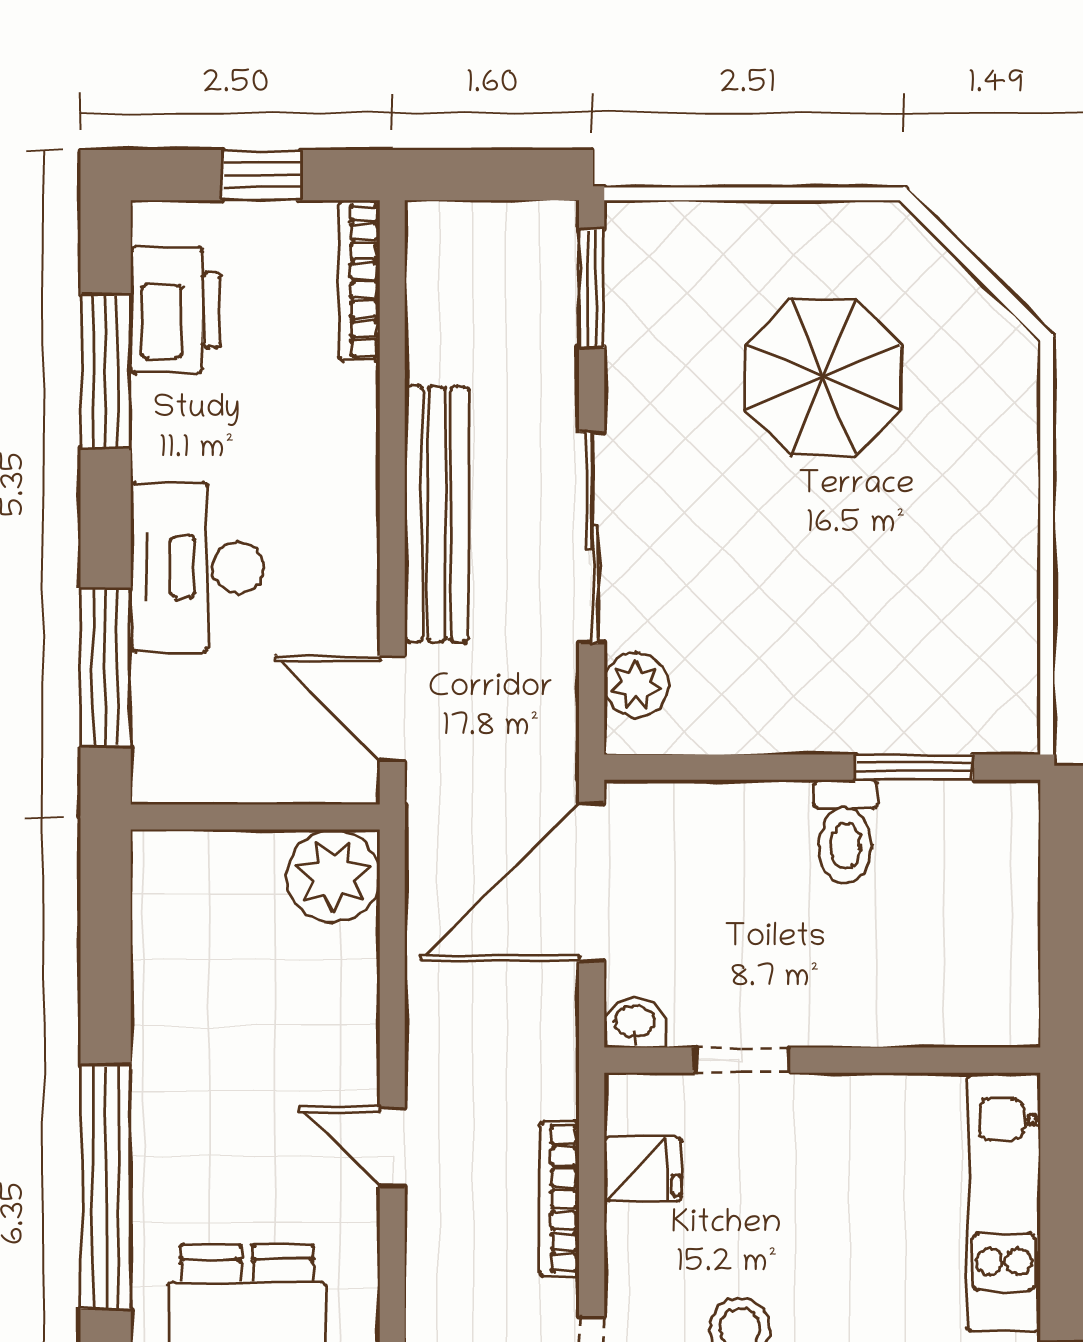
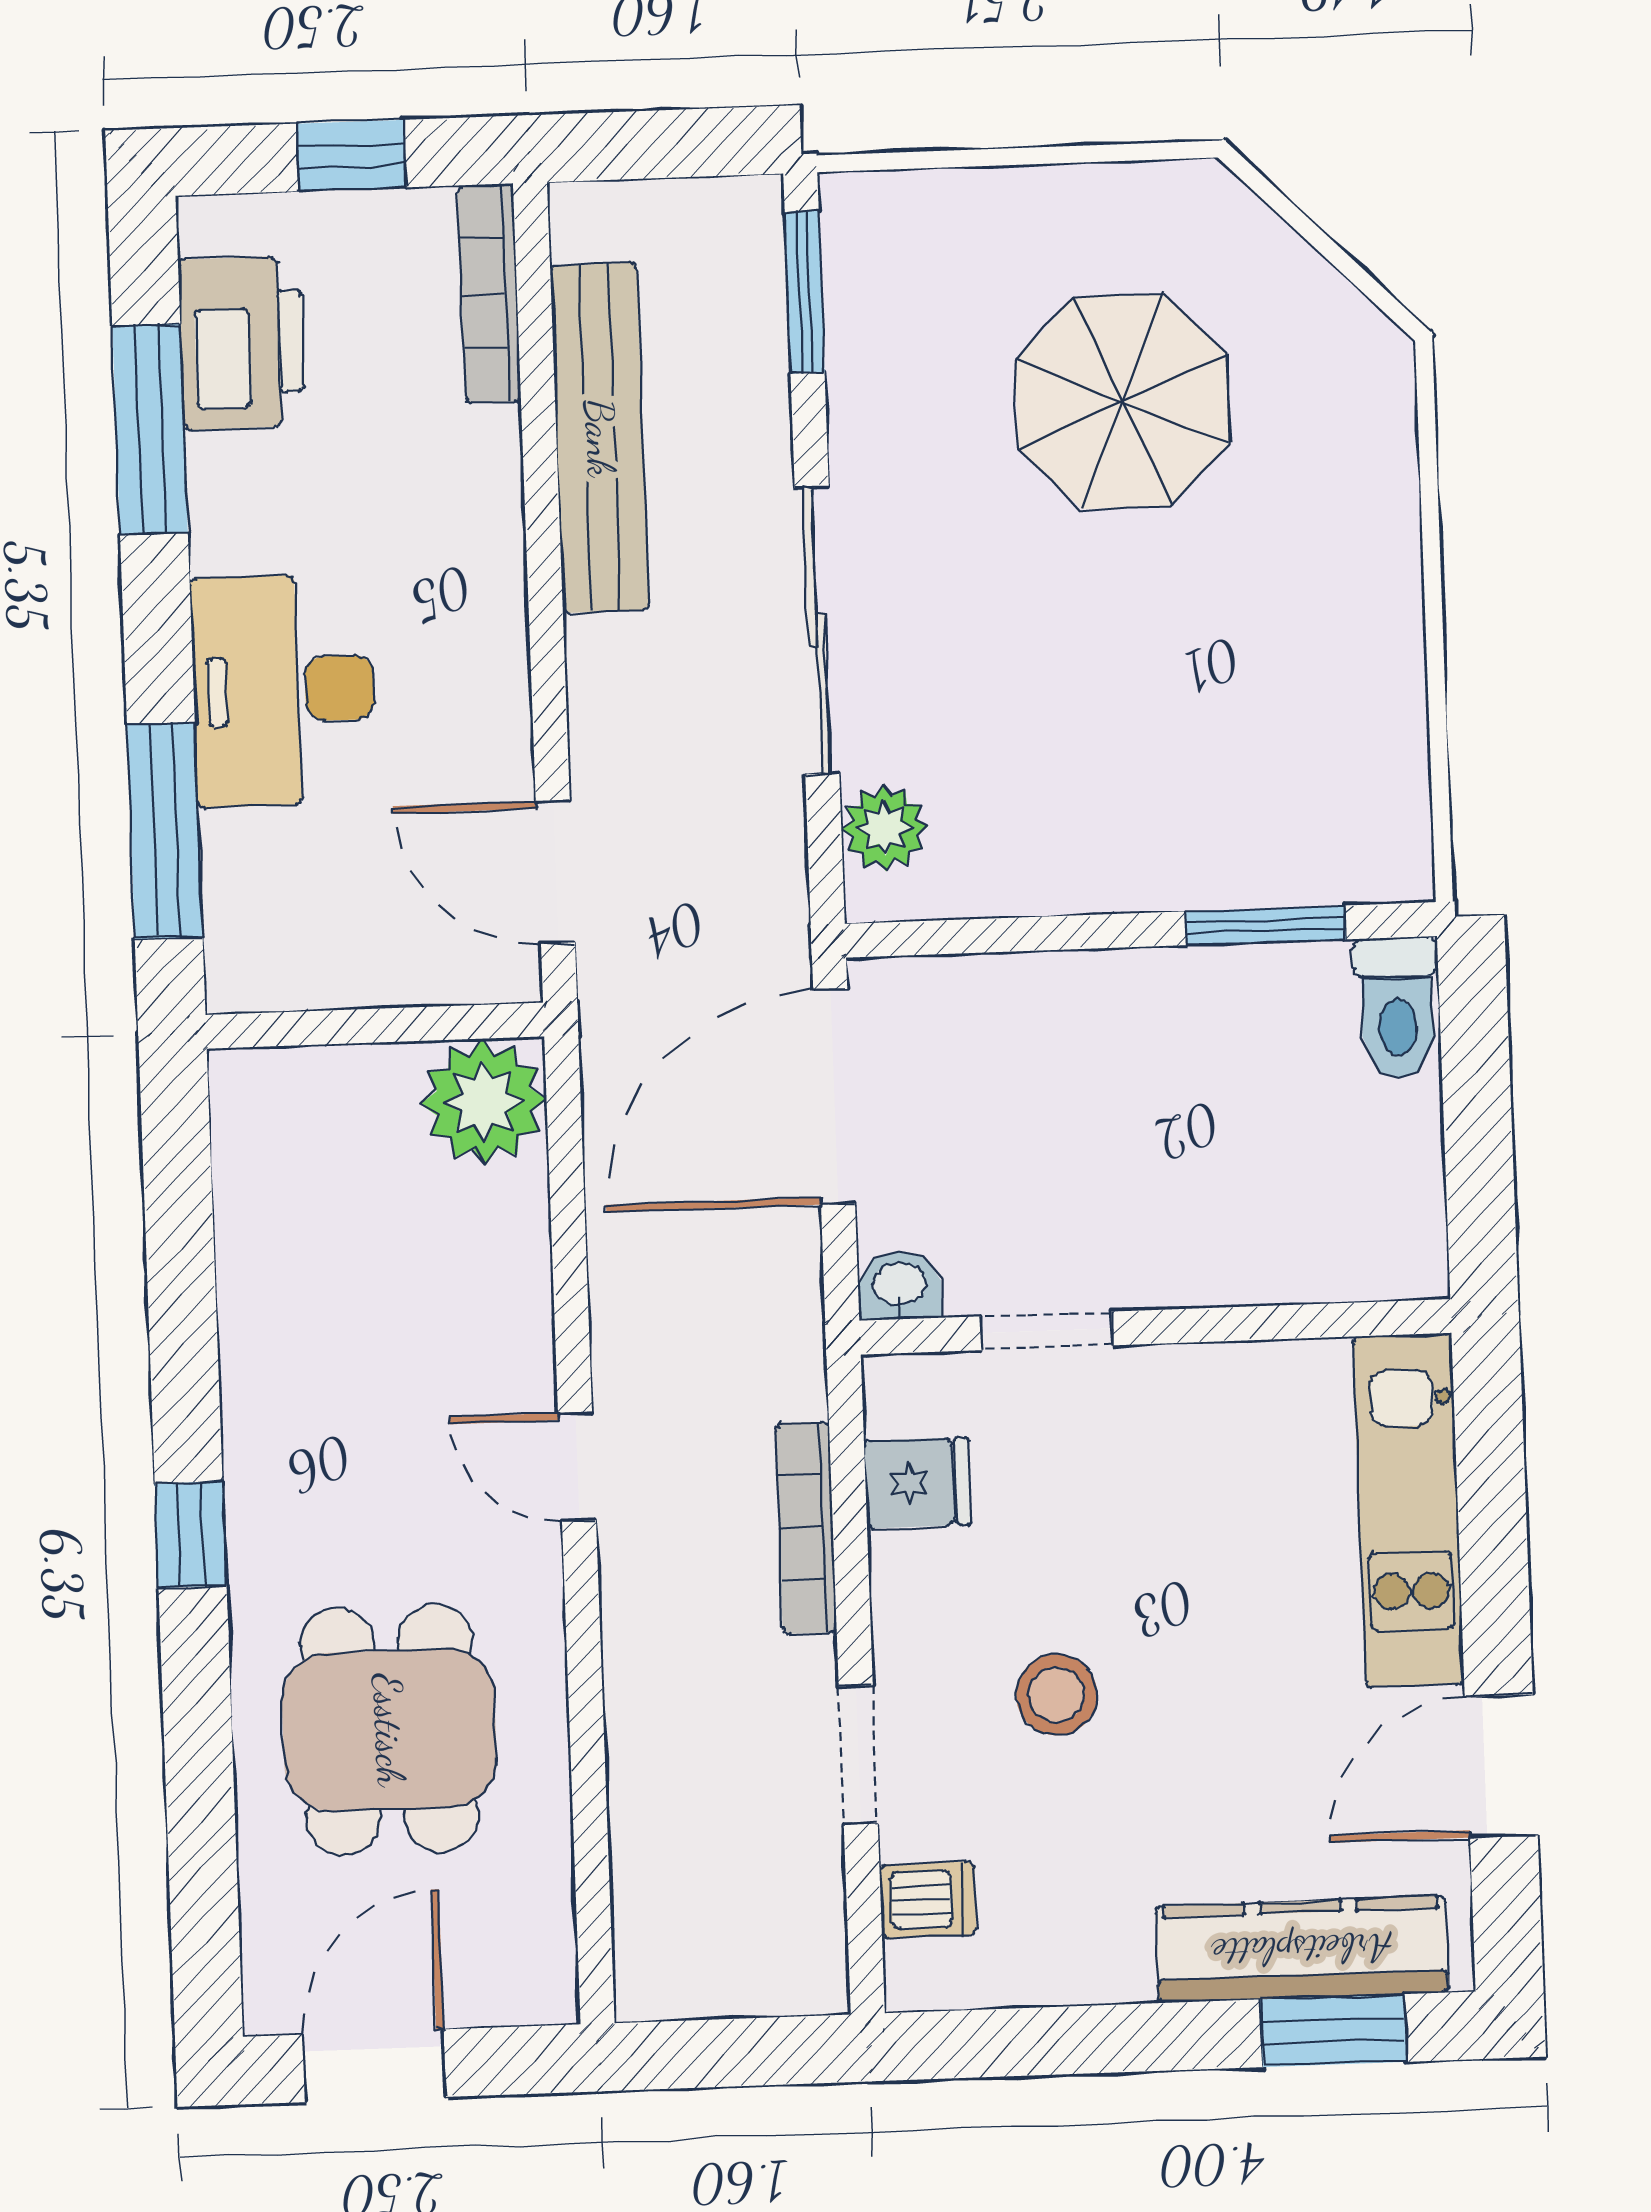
bench: (437, 514) -> (600, 438), moved
toilet: (845, 831) -> (1397, 1008), moved
window: (106, 1187) -> (191, 1535), width x0.32

